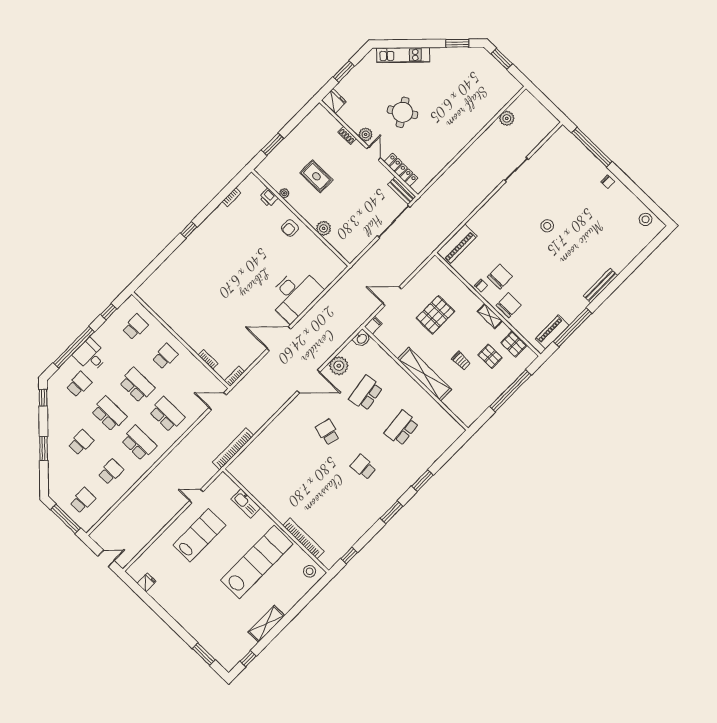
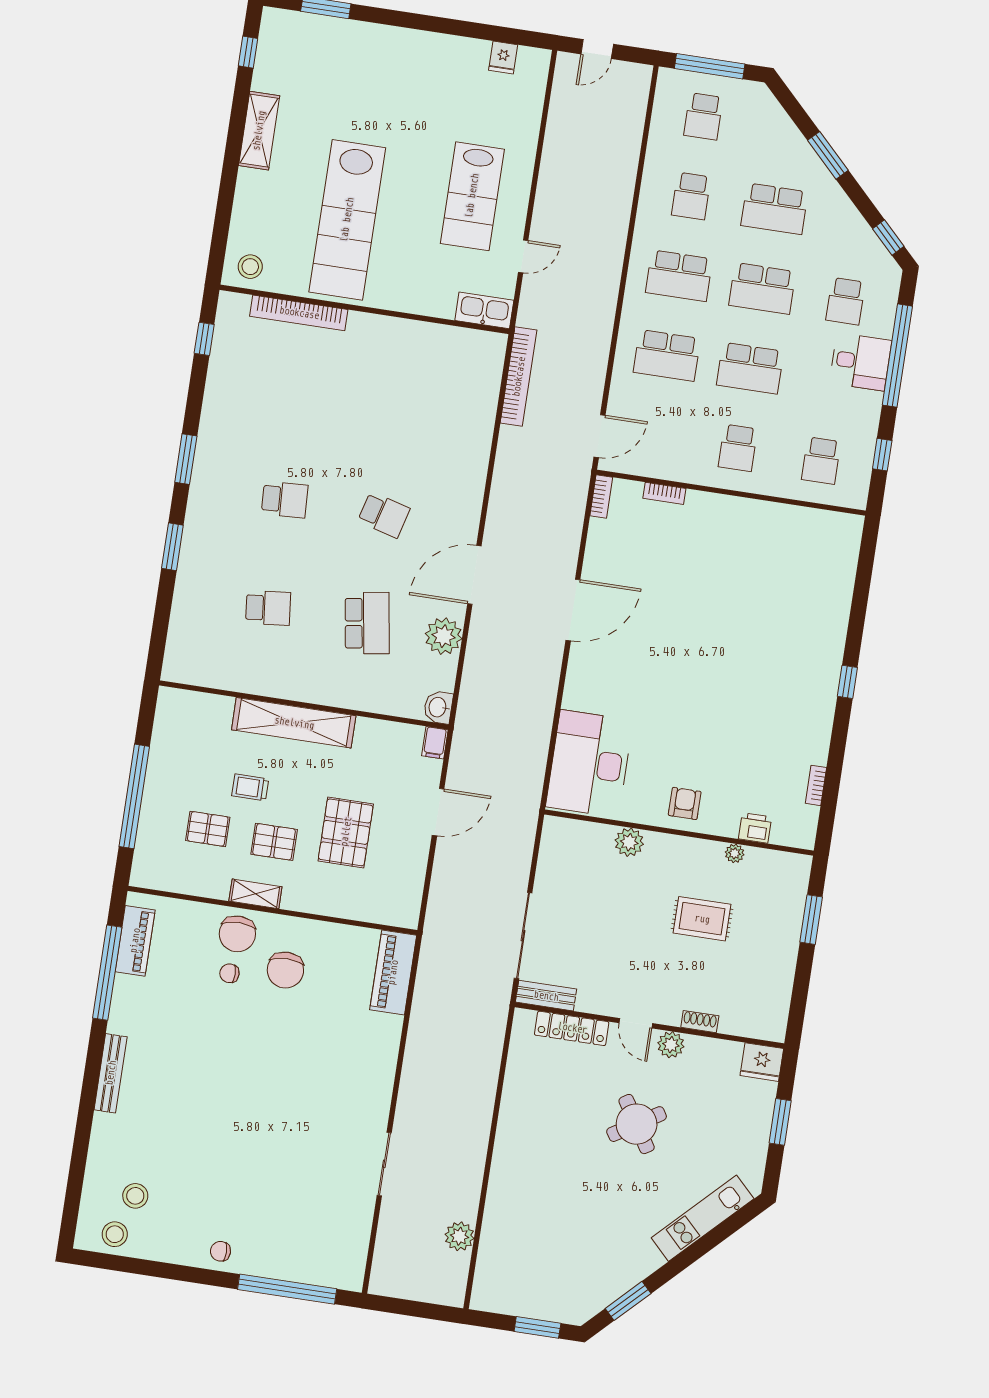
stool: (547, 226) -> (135, 1196), moved
chair: (481, 285) -> (229, 973), moved
desk: (294, 295) -> (589, 764), moved
pallet: (514, 344) -> (274, 842), moved
school desk: (402, 428) -> (268, 608), width x0.54
school desk: (81, 442) -> (774, 209), width x1.85
kitchen sink: (246, 503) -> (484, 310), moved

